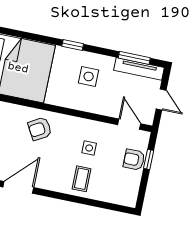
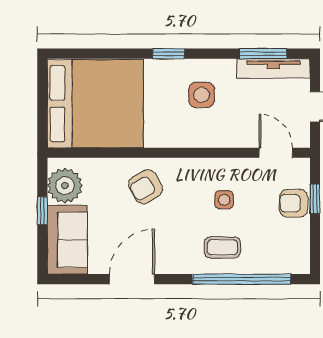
coffee table: (82, 179) -> (222, 247), turned 90
window: (90, 202) -> (242, 279), added

